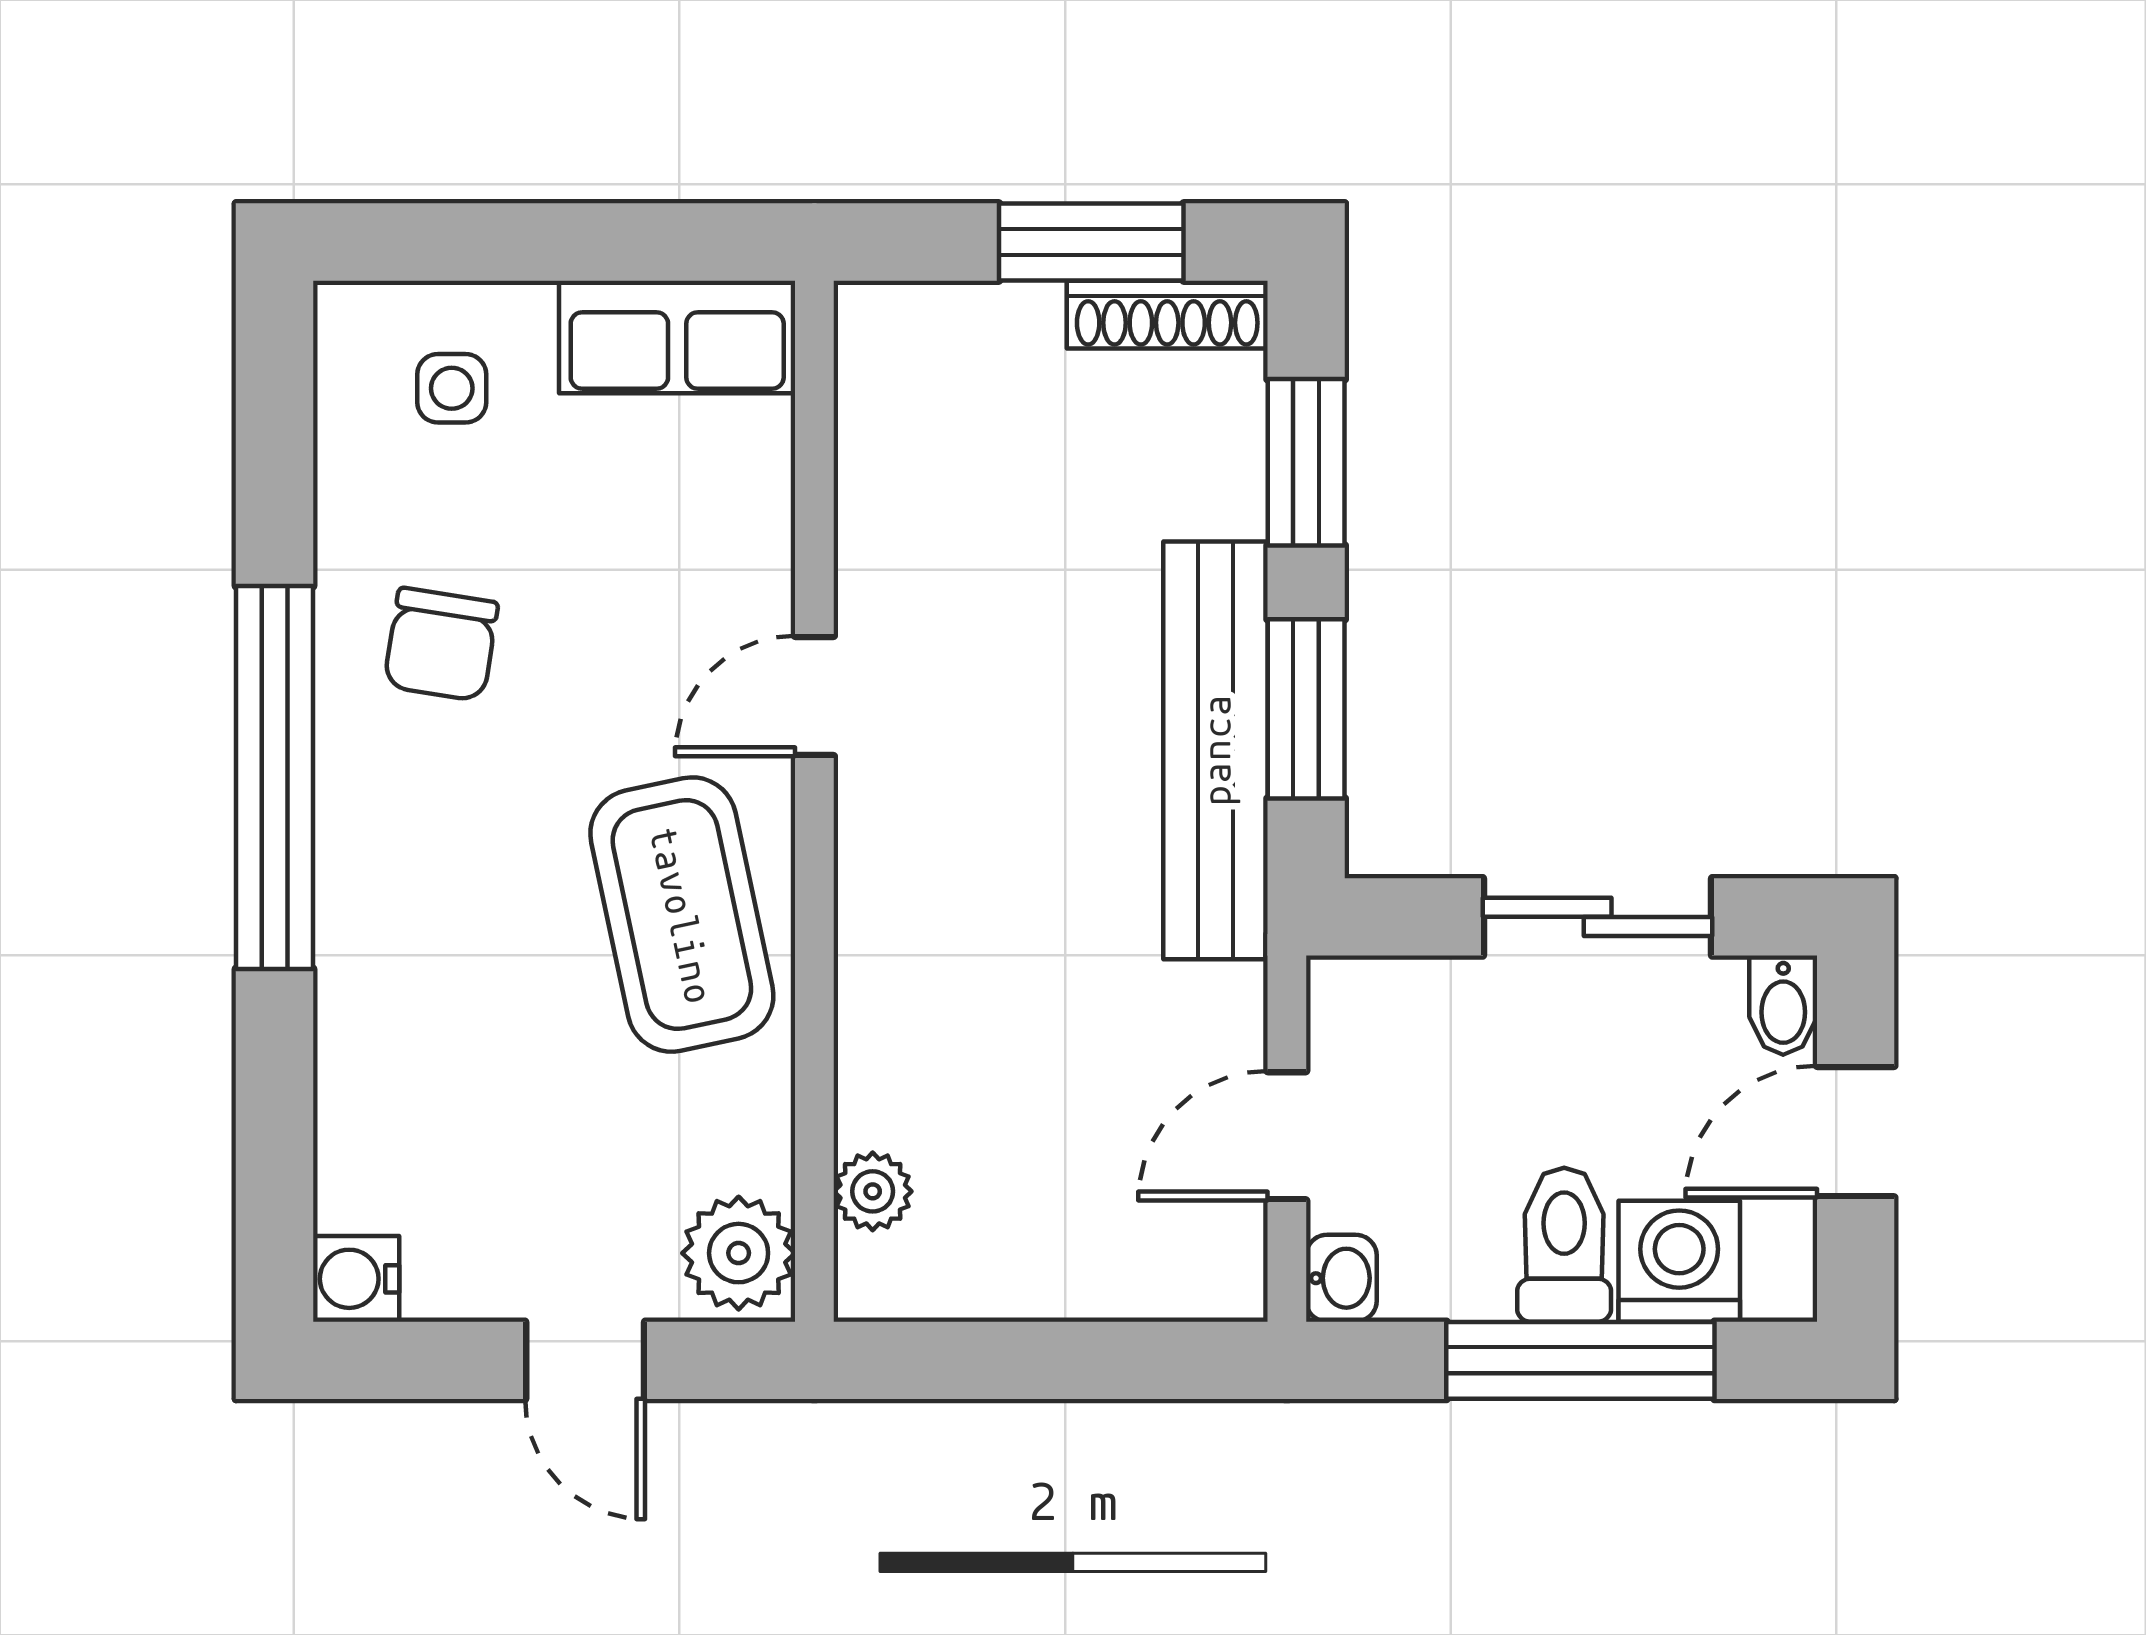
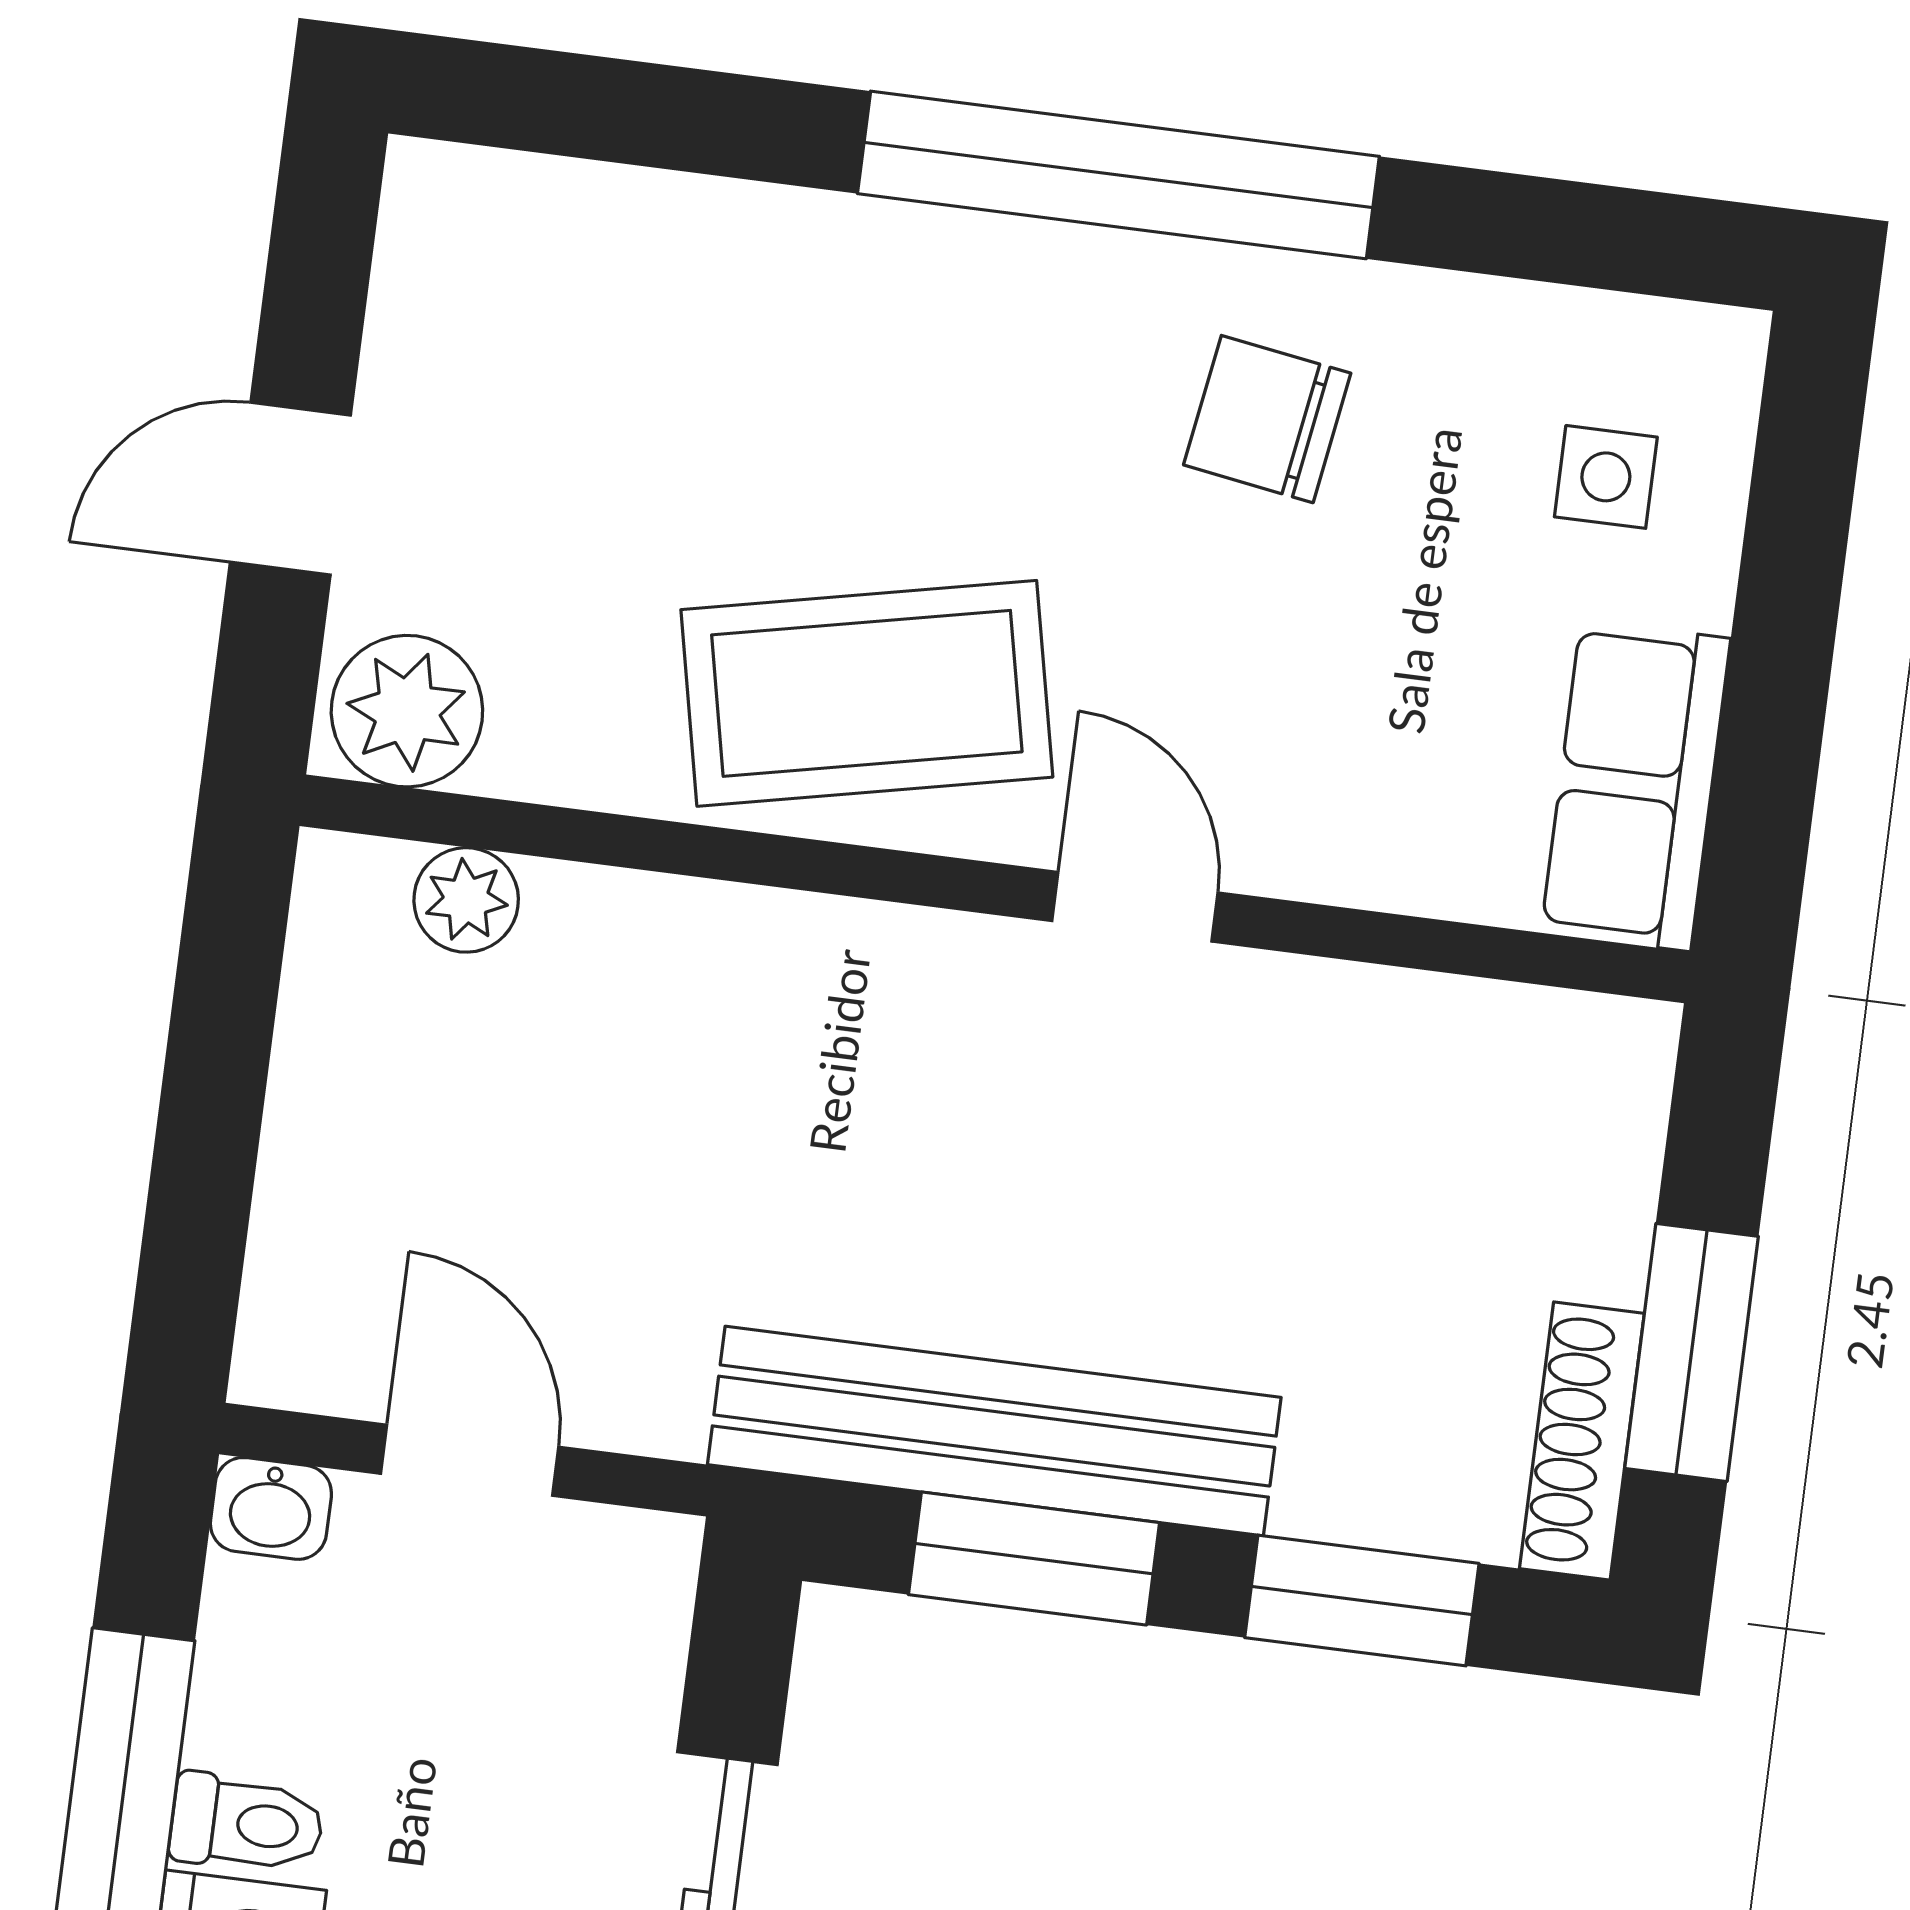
toilet: (1564, 1245) -> (247, 1824), width x0.73, depth x0.72
water cooler: (356, 1279) -> (438, 198), removed

